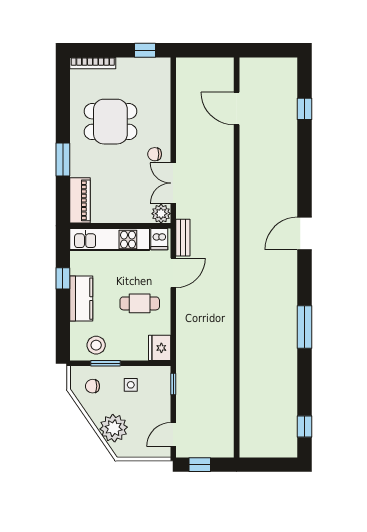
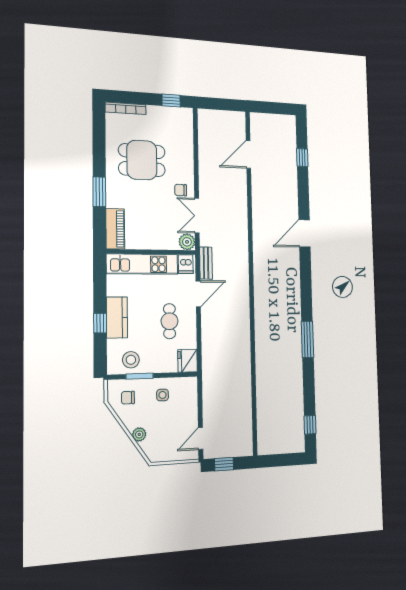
door: (237, 109) -> (248, 154), hinge flipped
door: (305, 233) -> (304, 233), moved
window: (63, 278) -> (100, 323), moved
cafe table: (140, 303) -> (169, 321), turned 90
window: (173, 384) -> (200, 393), removed
plant: (114, 428) -> (139, 434), width x0.53, depth x0.53

